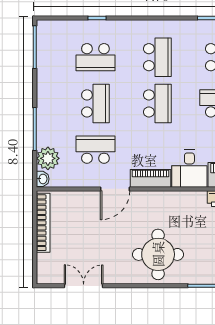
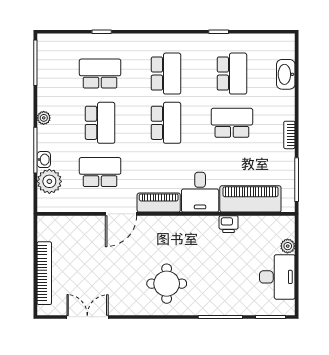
school desk: (95, 57) -> (100, 74), turned 180
plant: (43, 99) -> (44, 118), added
washbasin: (43, 179) -> (44, 160), moved
bookcase: (43, 223) -> (44, 273), moved
round table: (158, 254) -> (167, 284), width x0.73, depth x0.73

